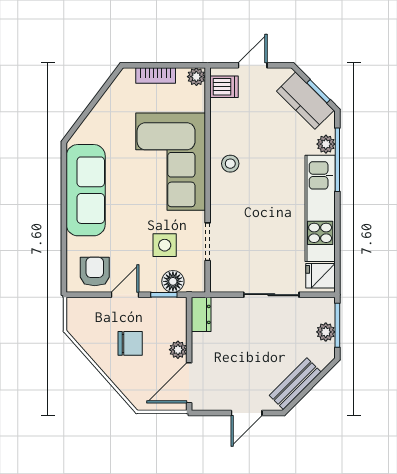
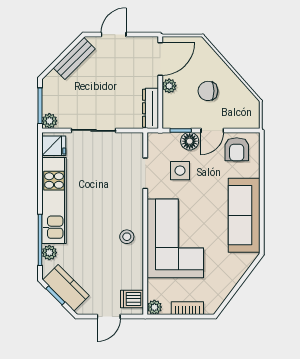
floor lamp: (173, 281) -> (190, 141), moved
dresser: (201, 314) -> (150, 108), width x1.44
plant: (326, 332) -> (49, 121), moved

